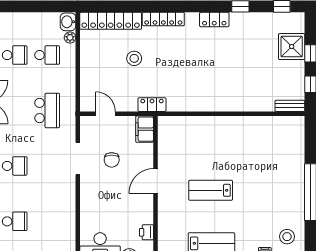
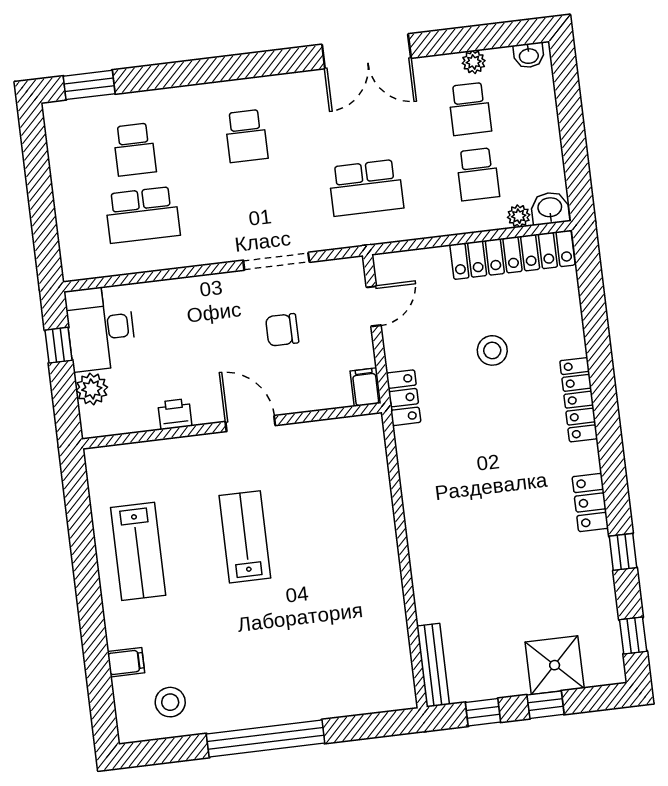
locker: (111, 21) -> (512, 255), moved, turned -90
bench: (290, 106) -> (433, 665), width x1.36
filing cabinet: (145, 129) -> (366, 387), width x0.50
school desk: (47, 221) -> (142, 215), added
printer: (146, 232) -> (175, 414), moved

